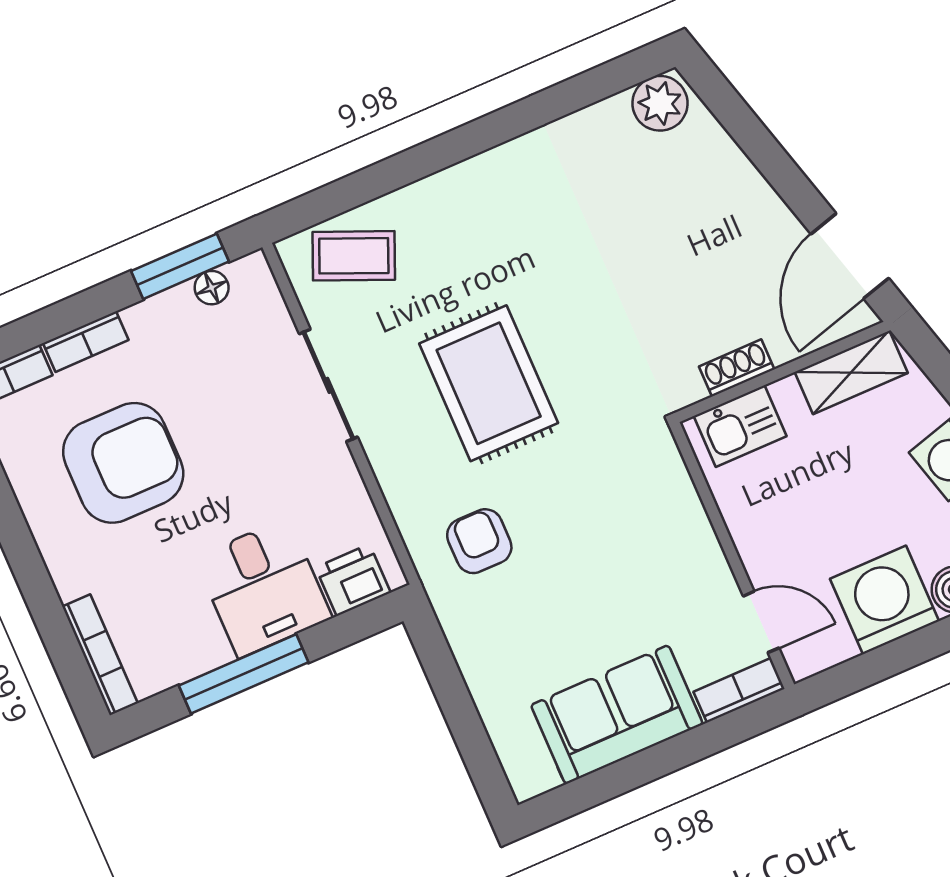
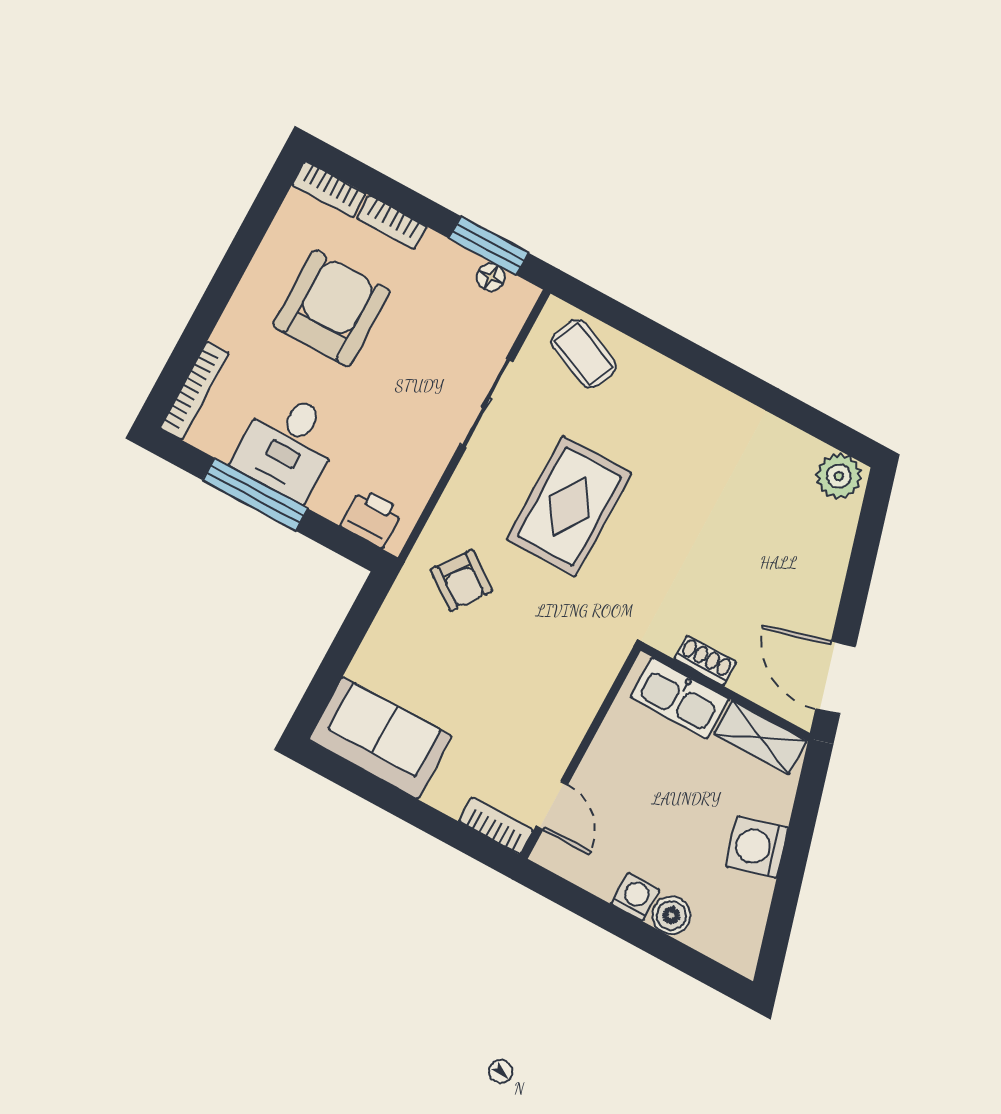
door: (850, 256) -> (836, 678), hinge flipped
kitchen sink: (740, 426) -> (679, 698), width x1.38
armchair: (123, 463) -> (332, 308), turned -90
armchair: (479, 541) -> (461, 581), turned 126
desk: (263, 588) -> (288, 445), moved
washing machine: (885, 600) -> (635, 897), width x0.53, depth x0.53
sofa: (617, 715) -> (380, 738), moved

